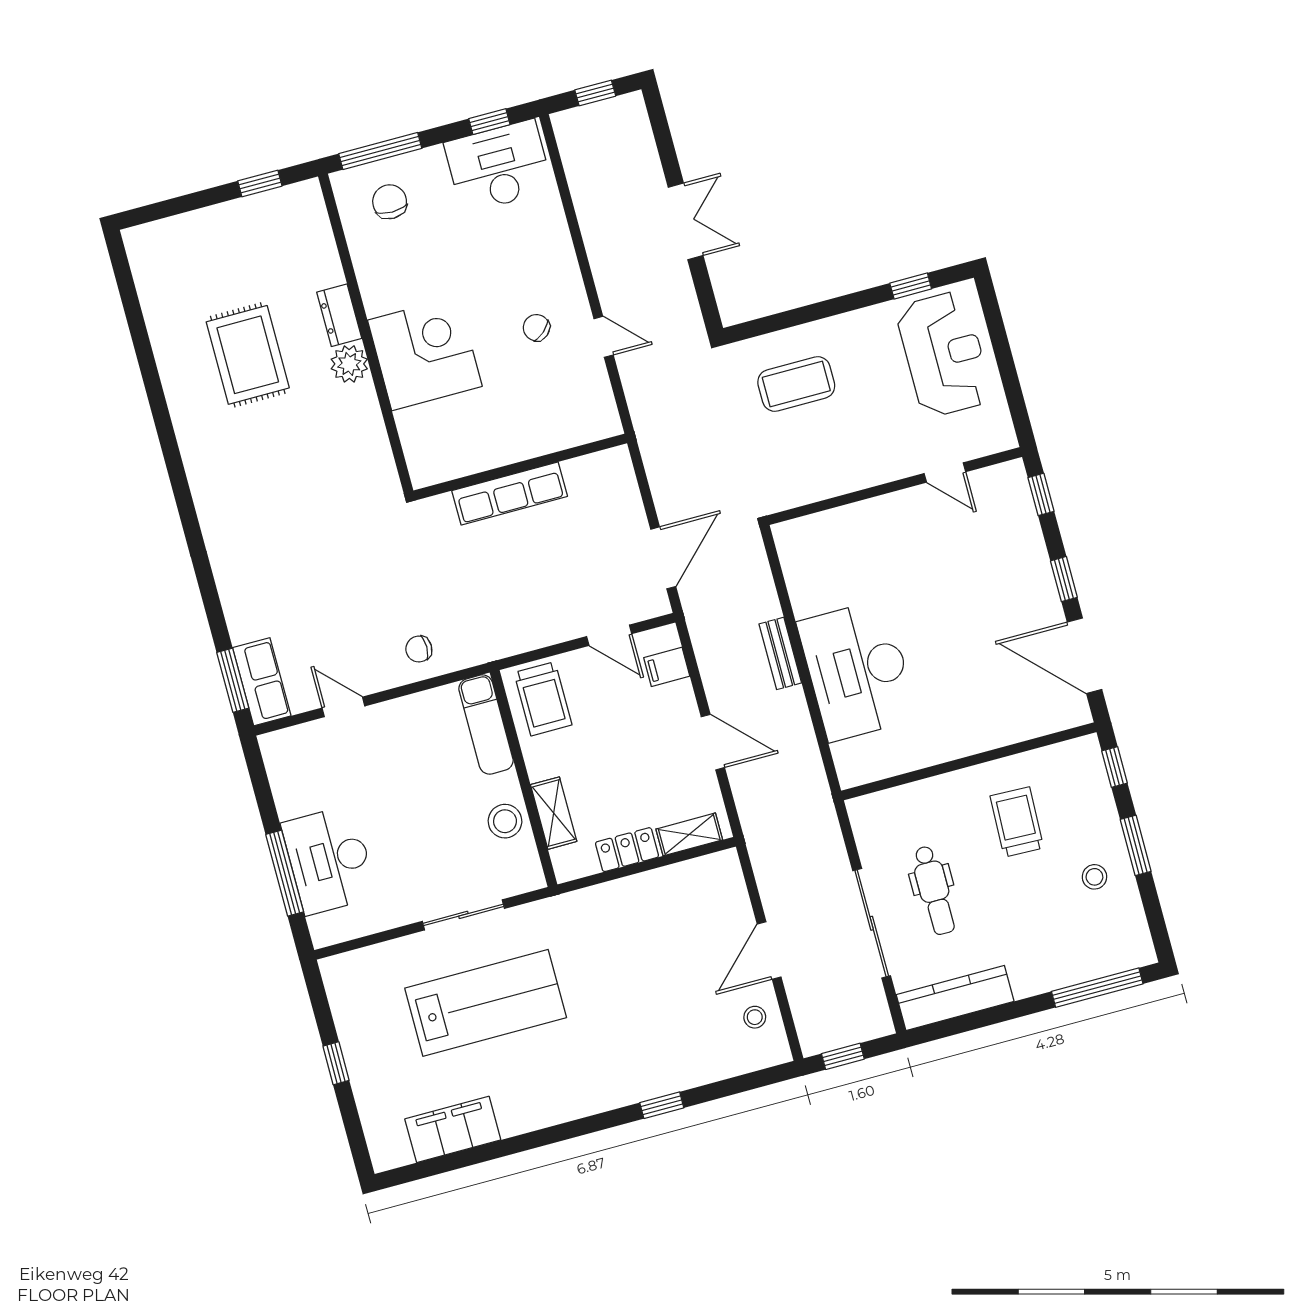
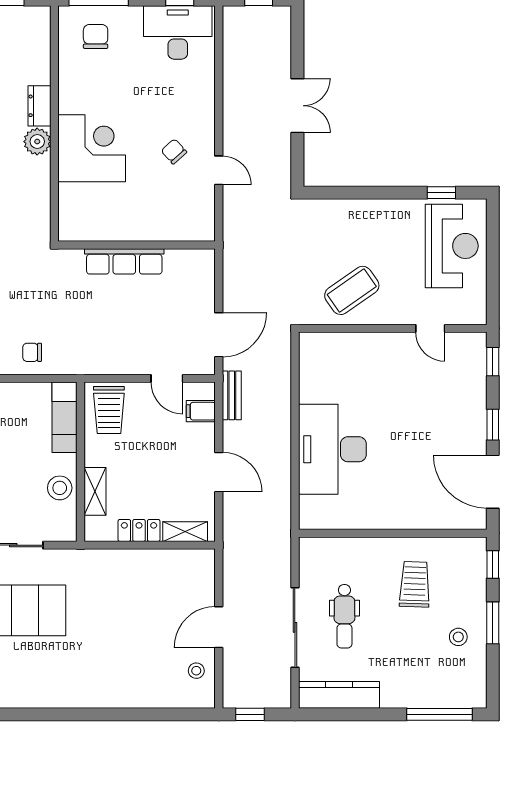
coffee table: (796, 384) -> (352, 290), moved, turned -35
bench: (780, 653) -> (232, 395), moved
window: (662, 1105) -> (115, 714), removed

